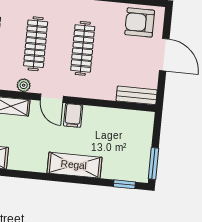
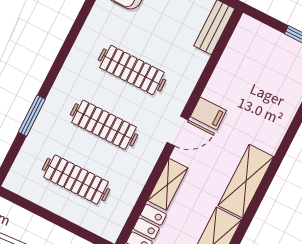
plant: (24, 85) -> (148, 159), removed
shelving: (74, 165) -> (246, 181), moved

